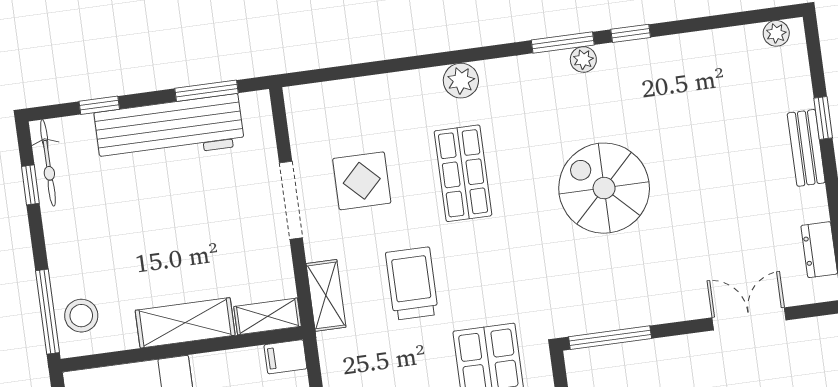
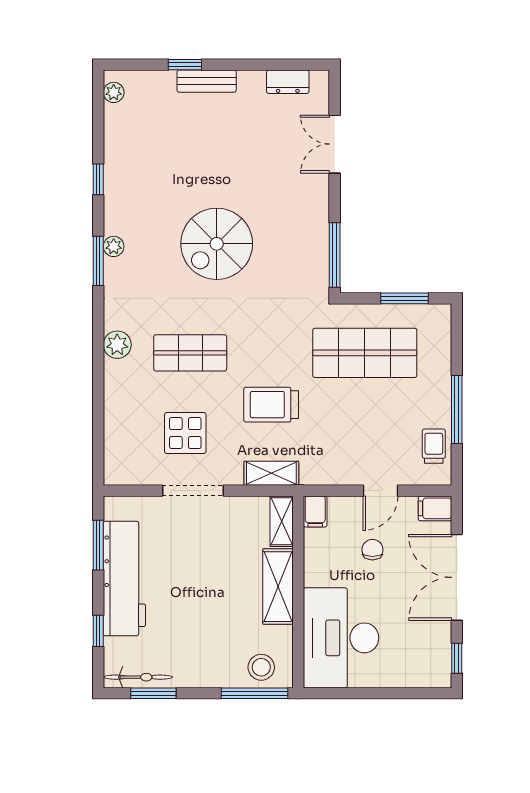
window: (631, 33) -> (98, 179), moved
window: (30, 185) -> (153, 693), width x1.50

